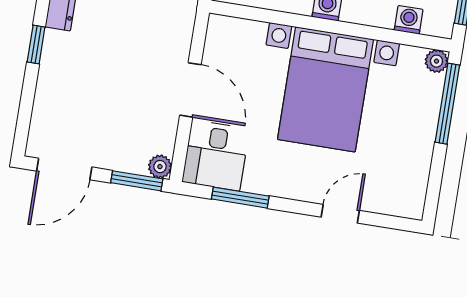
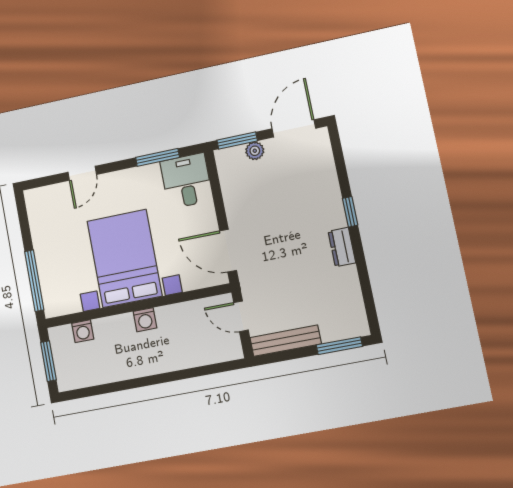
plant: (436, 61) -> (53, 308), removed
door: (190, 90) -> (228, 251), moved
plant: (160, 167) -> (255, 151), moved

